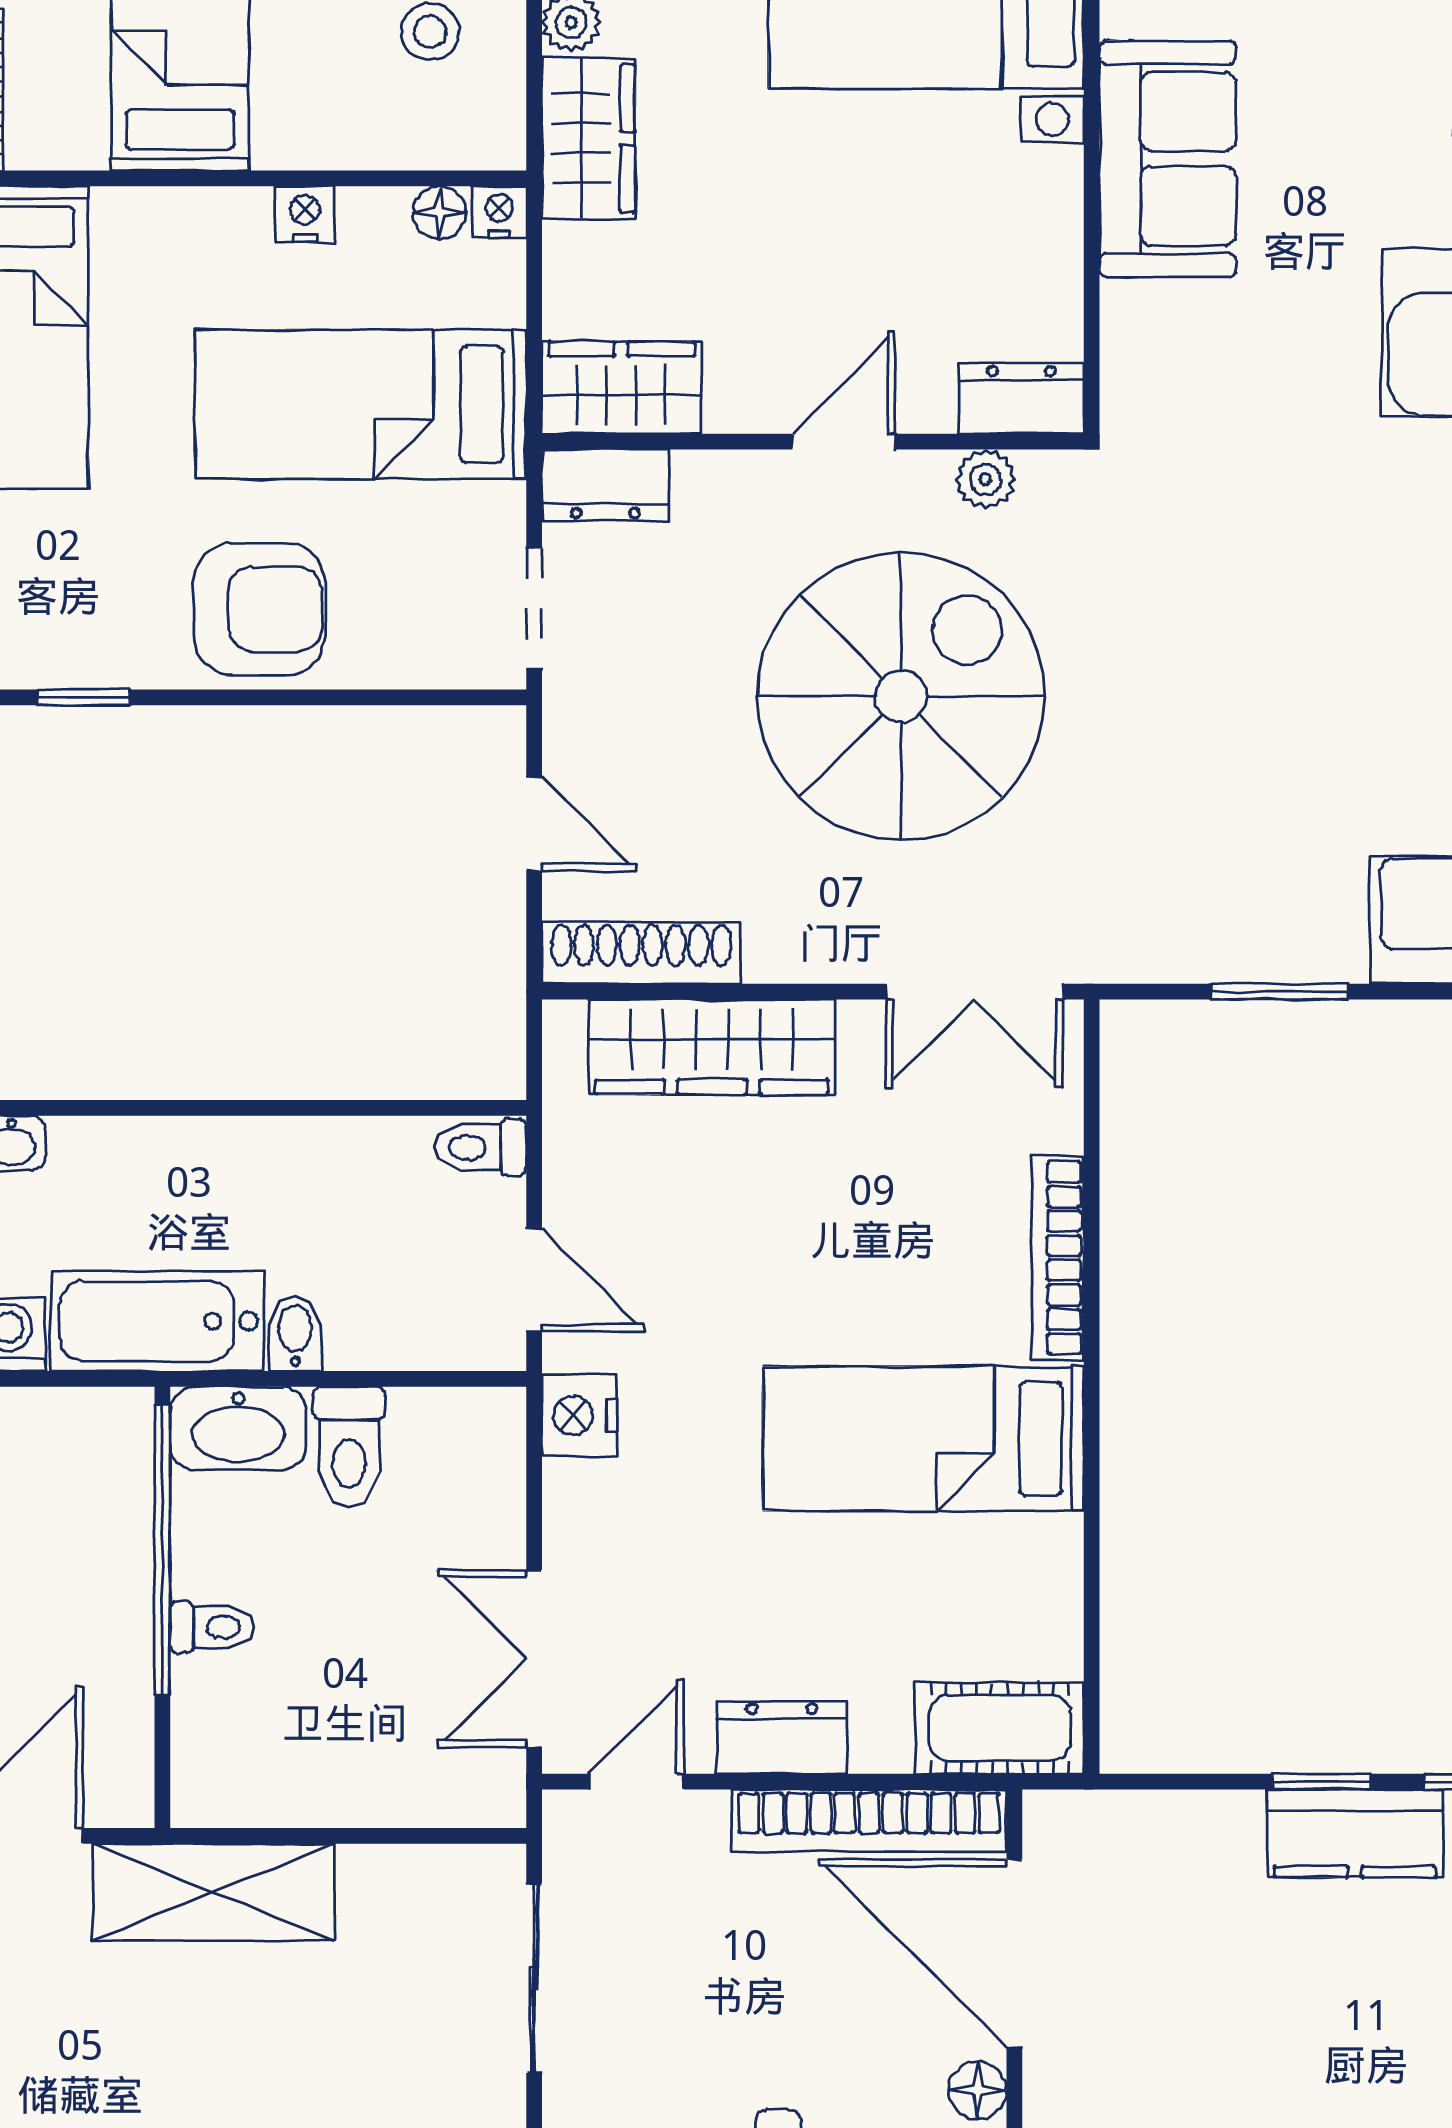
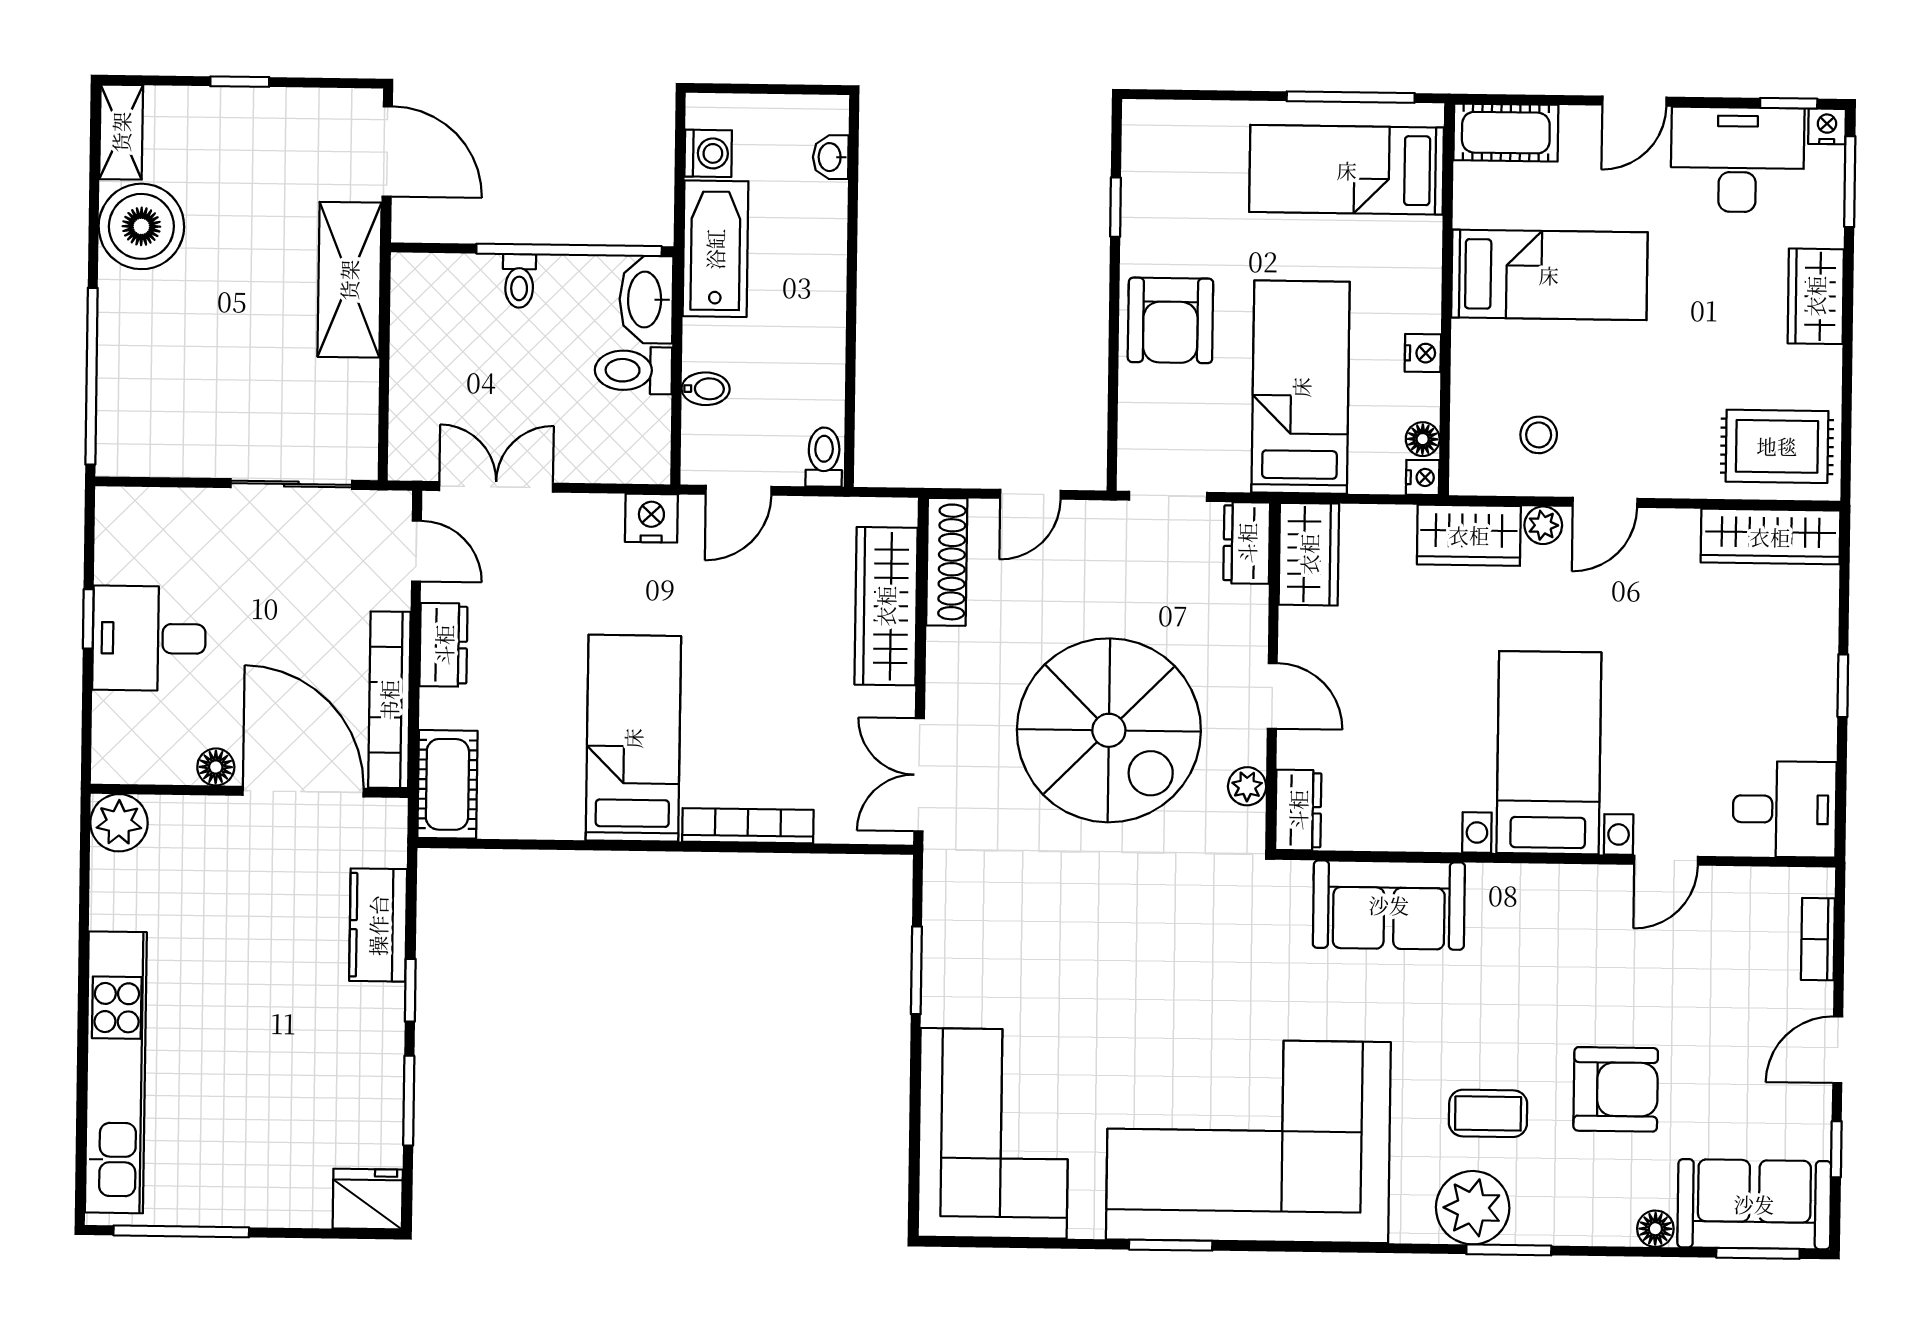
sofa: (1168, 159) -> (1389, 905), moved
bidet: (295, 1334) -> (706, 389), moved
kitchen counter: (1355, 1833) -> (378, 925), moved
door: (1014, 1953) -> (303, 792), hinge flipped

